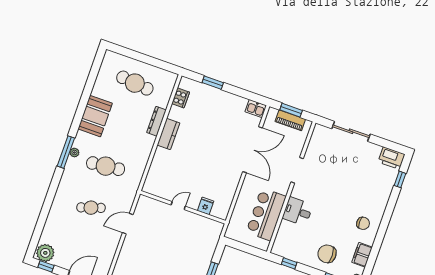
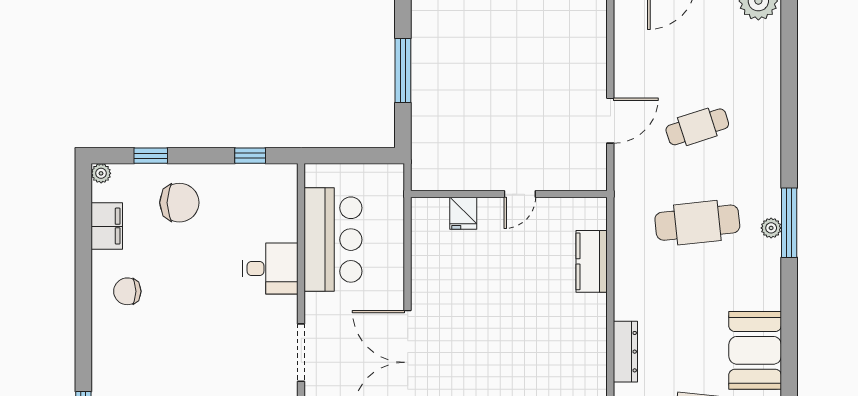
booth: (95, 116) -> (755, 350), moved
kitchen counter: (168, 134) -> (592, 261), moved

